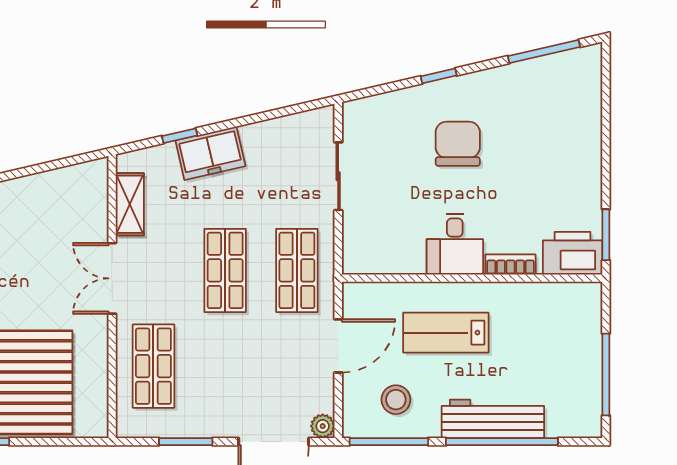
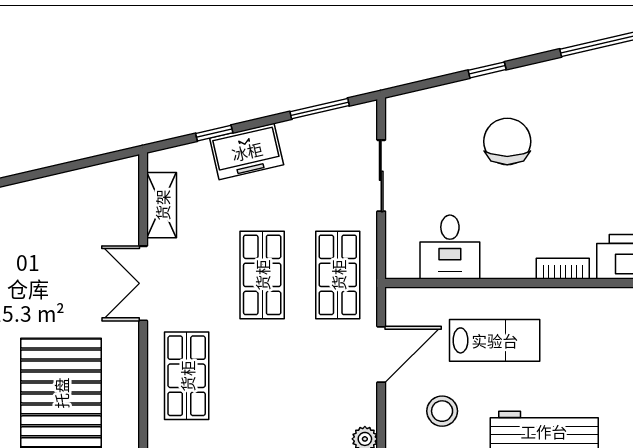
window: (280, 113) -> (320, 109), added
desk: (455, 244) -> (450, 247), moved
lab bench: (446, 333) -> (495, 340), turned 180

